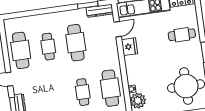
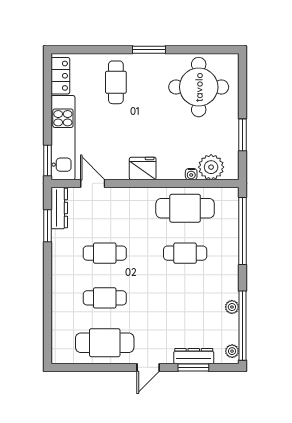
cafe table: (76, 43) -> (105, 253), width x0.73, depth x0.74
fridge: (129, 47) -> (143, 168), moved

